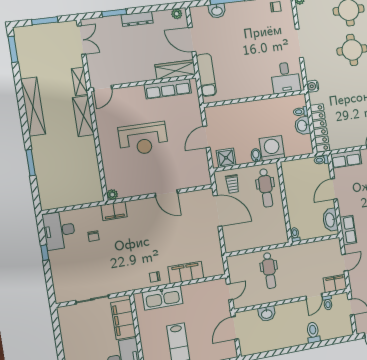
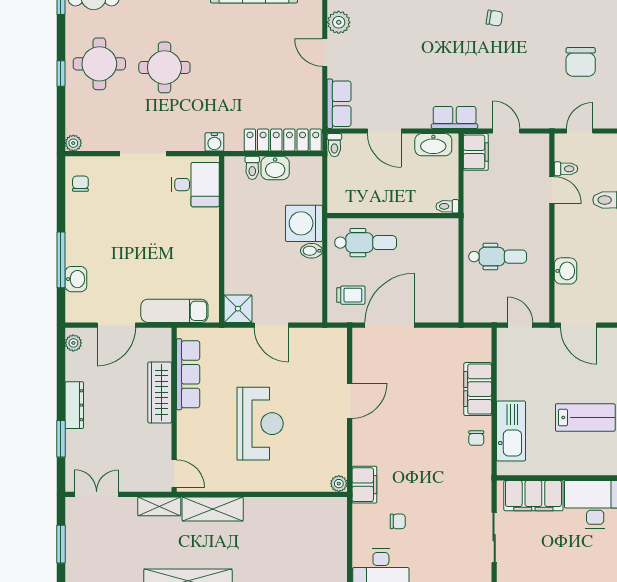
wardrobe: (175, 70) -> (160, 392), moved
shower: (226, 158) -> (238, 309), moved
filing cabinet: (335, 283) -> (476, 152), moved, turned 180

